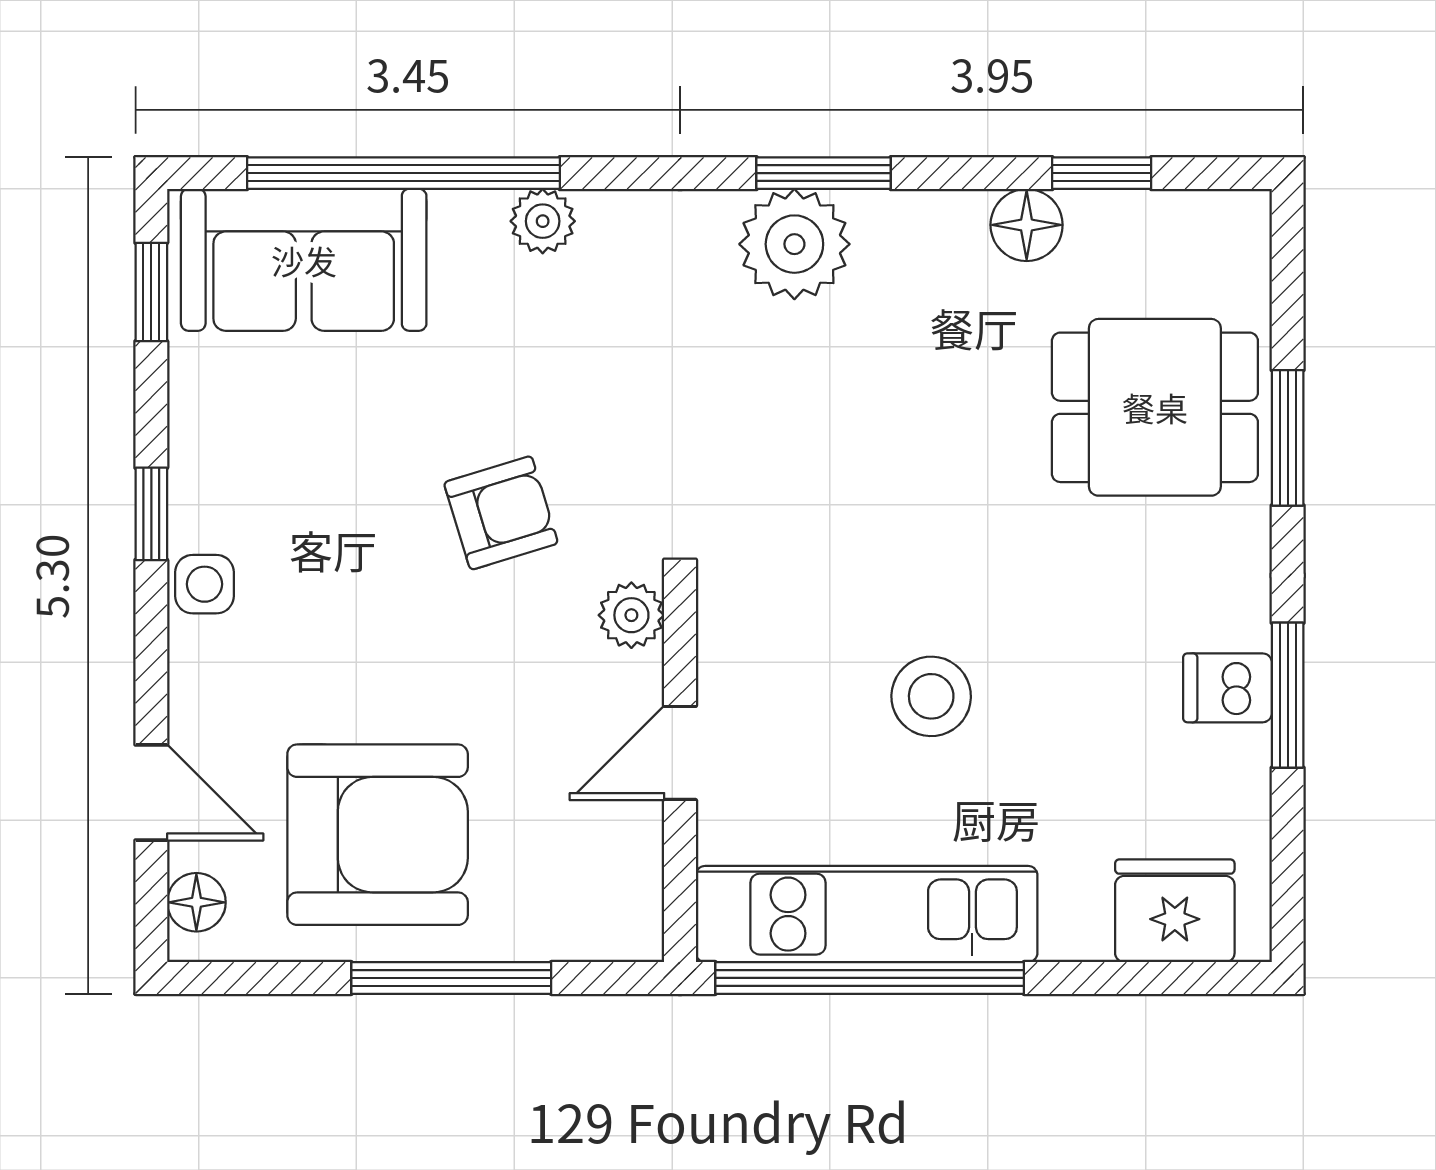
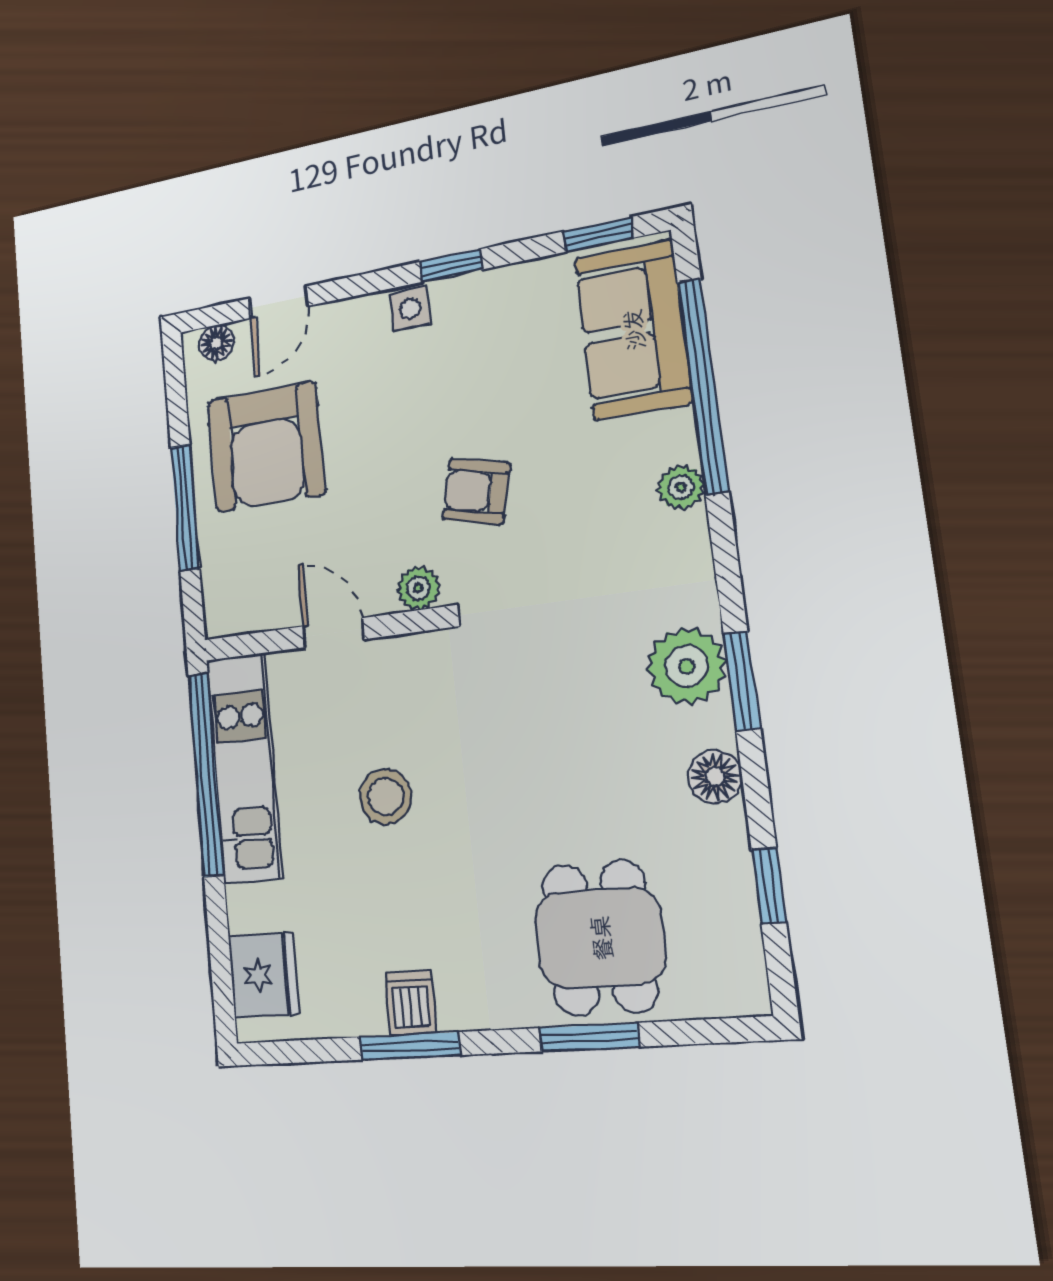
floor lamp: (1027, 225) -> (715, 777), moved
armchair: (501, 513) -> (476, 491), turned 120

